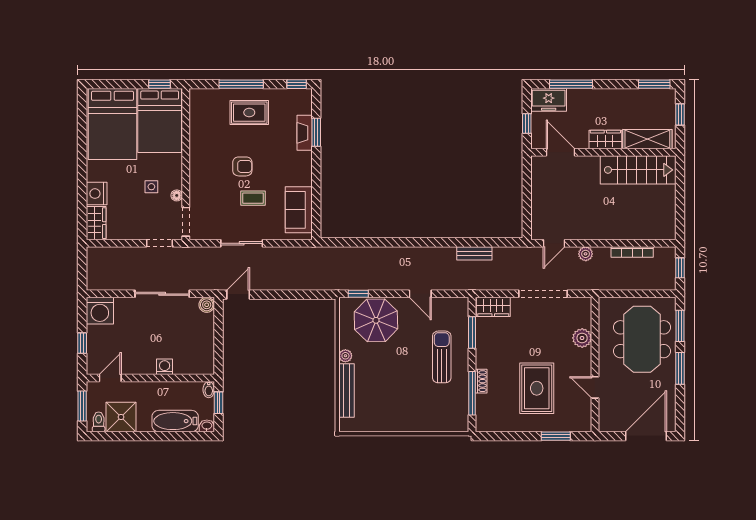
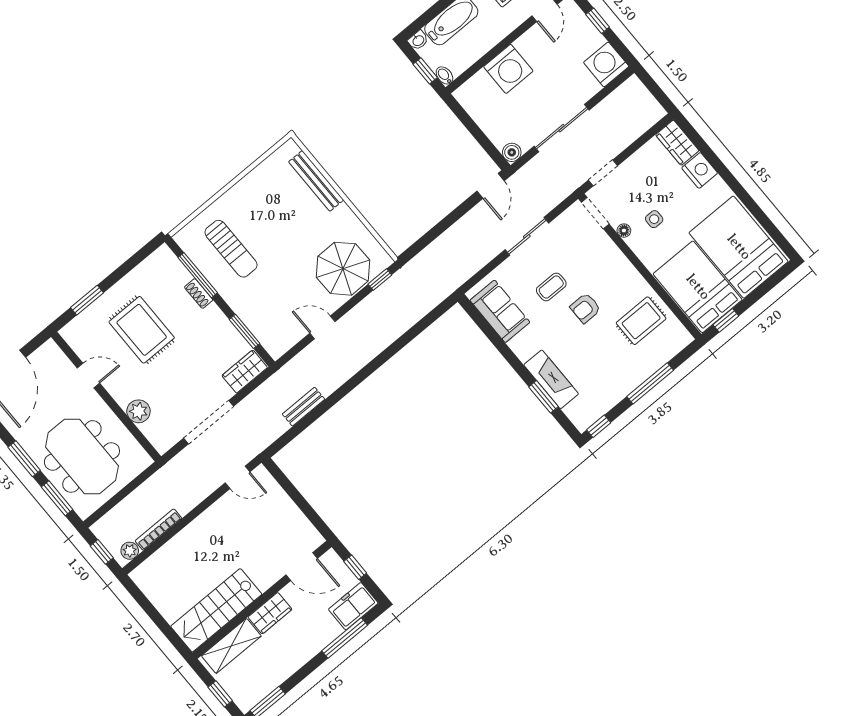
rug: (249, 113) -> (641, 321), moved
fireplace: (305, 133) -> (551, 379), width x1.37, depth x1.32
door: (554, 243) -> (237, 477), swing flipped
plant: (586, 254) -> (130, 551), moved
plant: (345, 356) -> (344, 212), removed
sun lounger: (442, 357) -> (231, 249), moved
washing machine: (165, 367) -> (508, 69), width x1.89, depth x1.89

